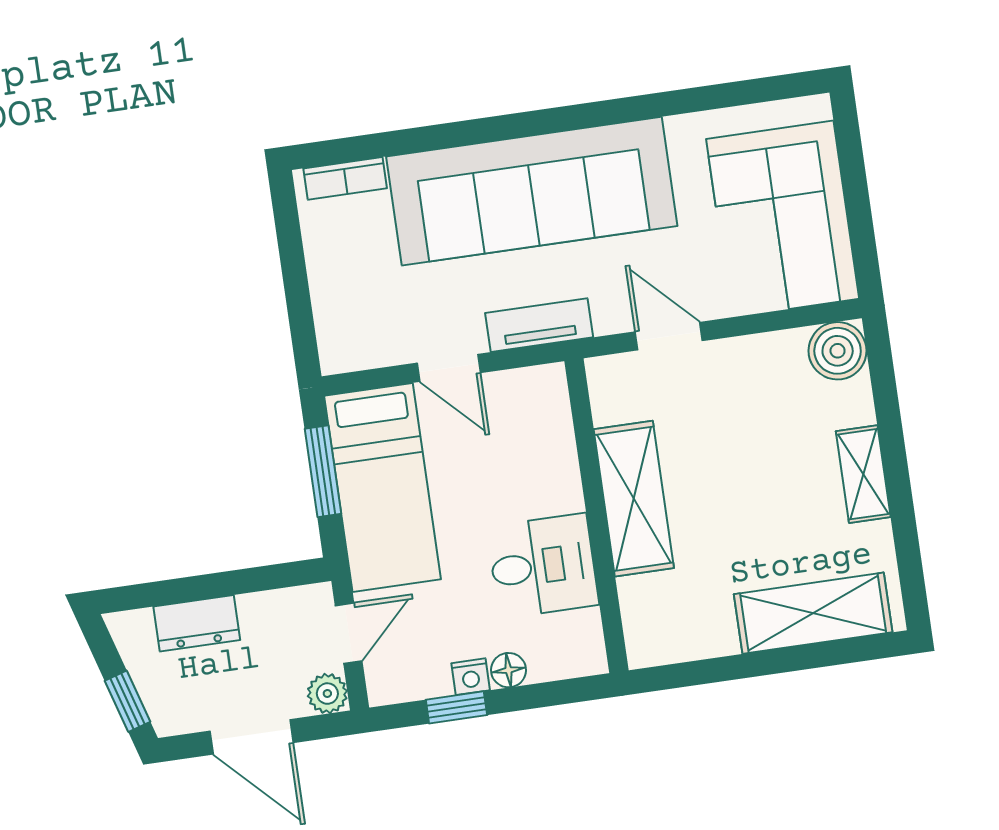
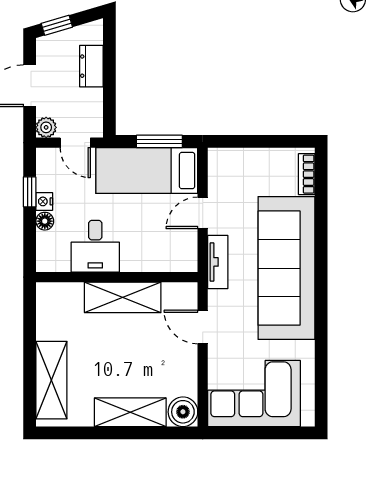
door: (669, 336) -> (203, 327), swing flipped
shelving: (863, 474) -> (130, 412), width x1.50, depth x1.33

